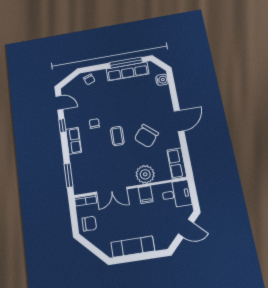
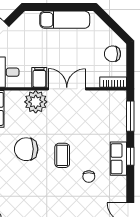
window: (62, 126) -> (130, 156), moved
chair: (146, 136) -> (26, 149), turned -131
double door: (112, 190) -> (67, 89), moved

